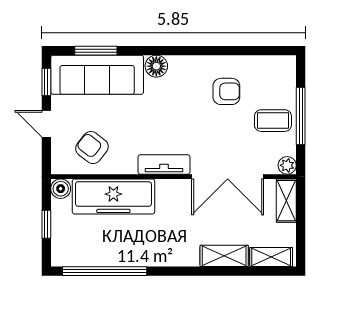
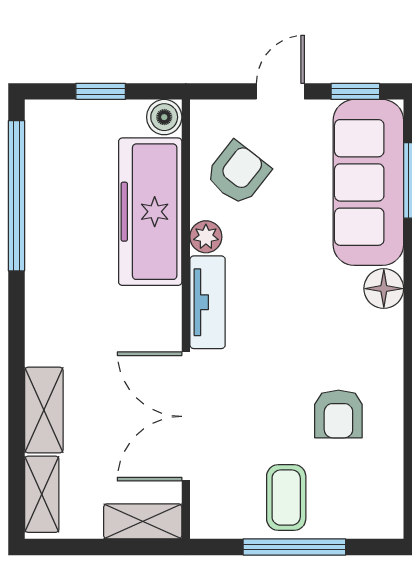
plant: (287, 165) -> (206, 237), moved

